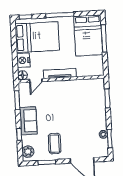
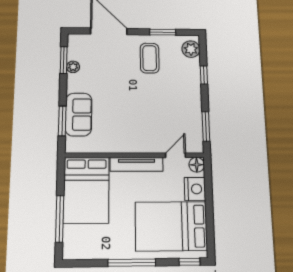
bed: (88, 35) -> (86, 190), moved, turned 180
sofa: (28, 121) -> (79, 114), moved, turned 180

